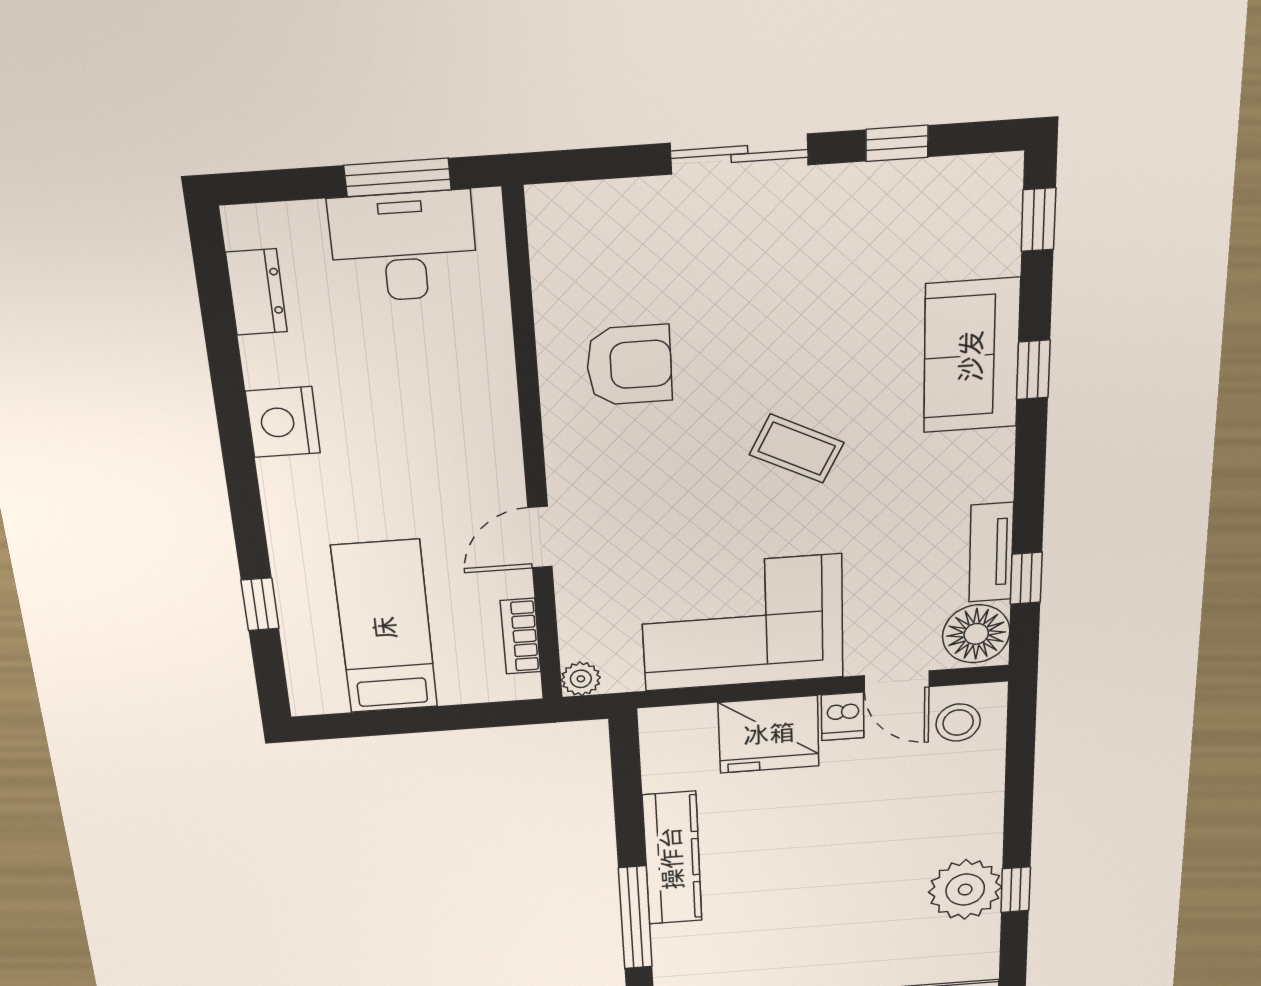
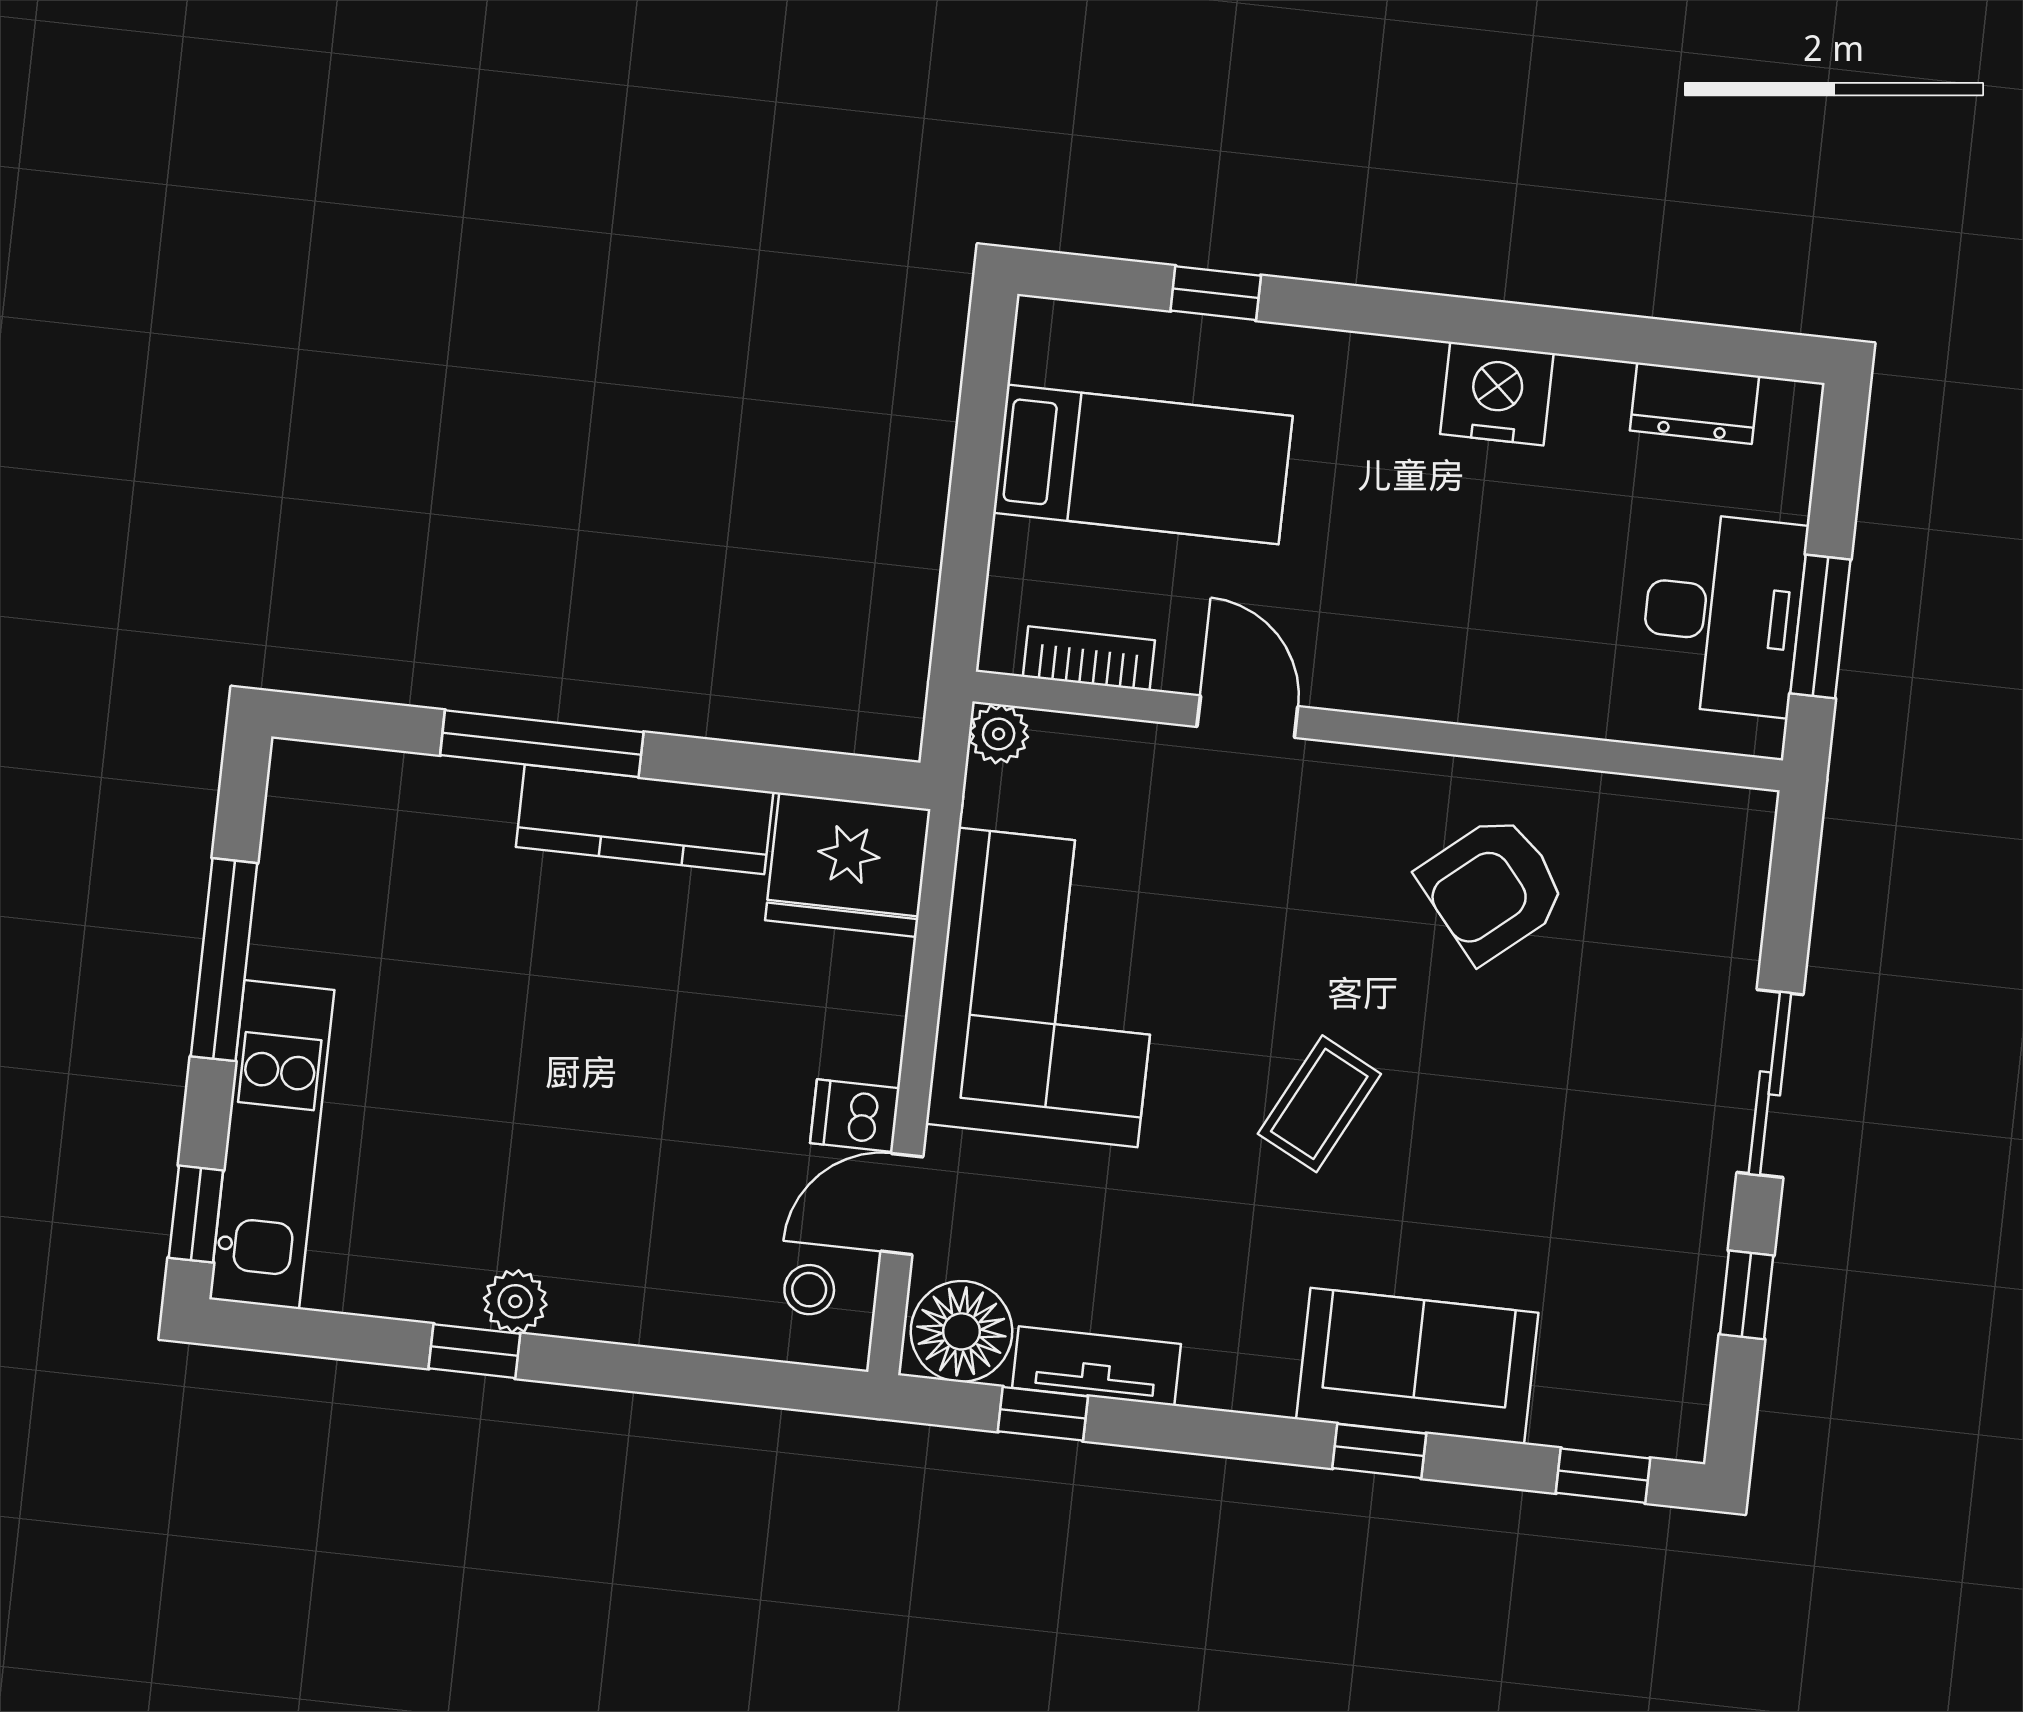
armchair: (629, 365) -> (1493, 888), turned 50
stool: (958, 723) -> (809, 1290), width x0.73, depth x0.73
fridge: (769, 734) -> (848, 865), moved, turned -90
plant: (965, 890) -> (515, 1301), width x0.53, depth x0.53

